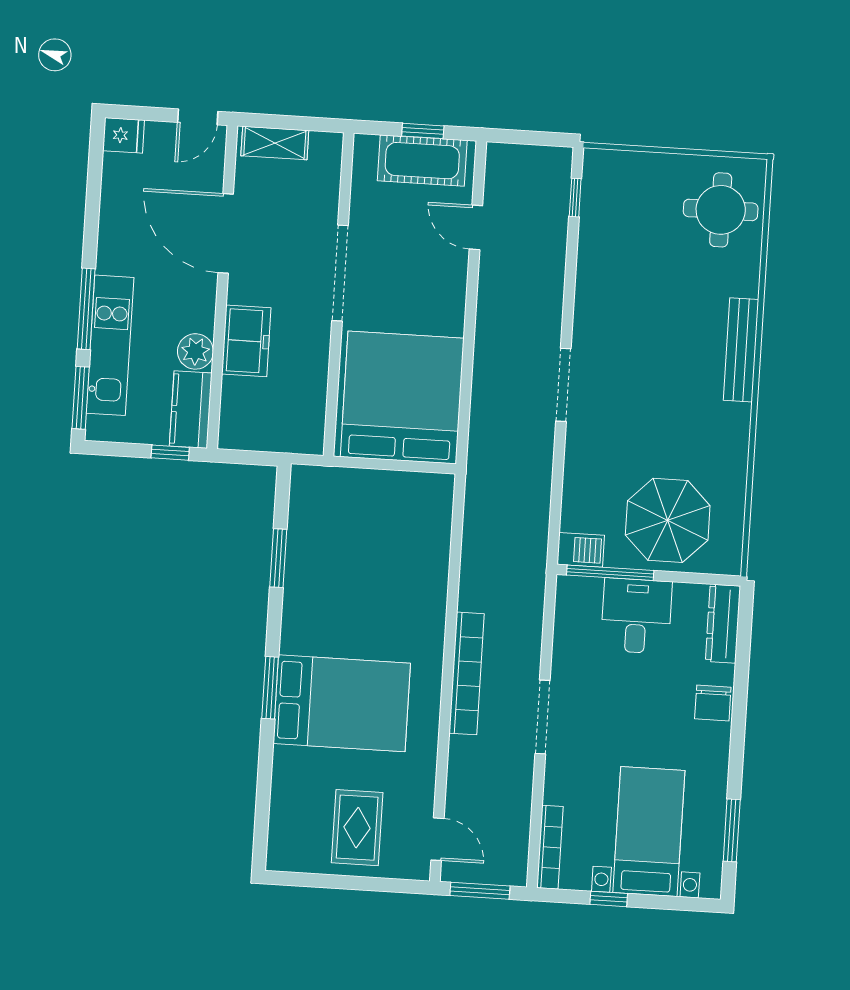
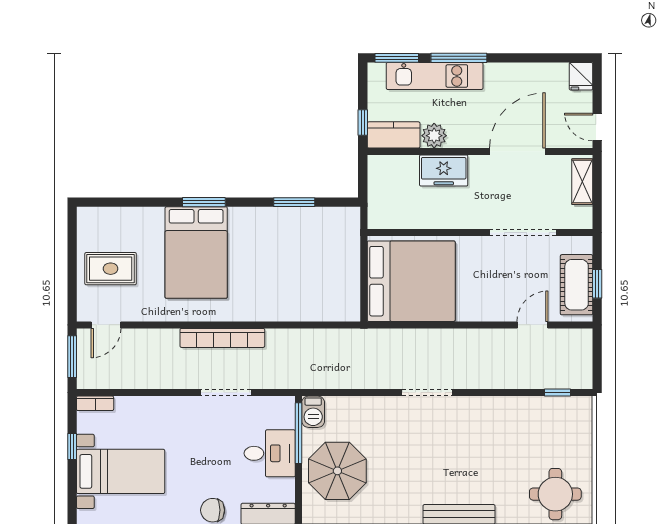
doorway: (340, 273) -> (523, 233), moved
doorway: (542, 717) -> (226, 393), moved
bookcase: (550, 847) -> (95, 403), width x0.64

